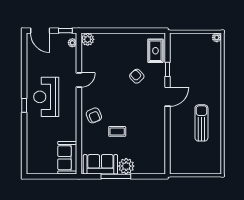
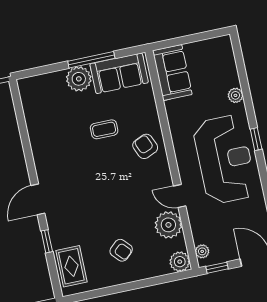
plant: (90, 64) -> (168, 225), added
armchair: (137, 76) -> (121, 250), moved
door: (79, 80) -> (180, 196), hinge flipped
reception desk: (46, 97) -> (225, 159), width x1.36, depth x1.30
plant: (31, 135) -> (235, 95), added

